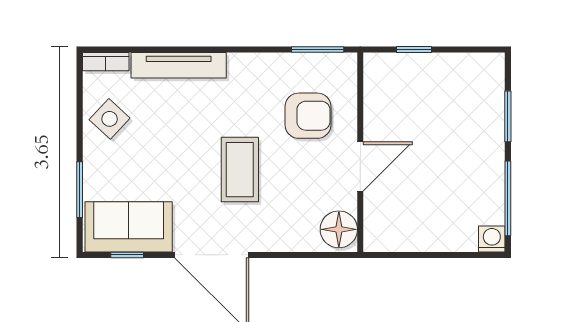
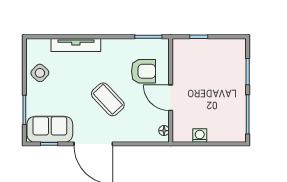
bookcase: (106, 62) -> (38, 43), removed
door: (360, 167) -> (171, 98), swing flipped
coffee table: (240, 170) -> (108, 99), turned -43
floor lamp: (339, 229) -> (164, 131), width x0.53, depth x0.53
washing machine: (492, 239) -> (200, 136), moved

